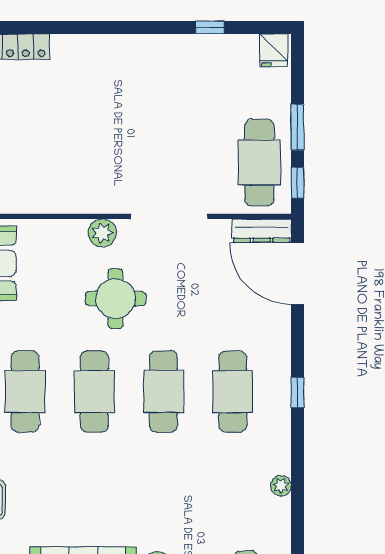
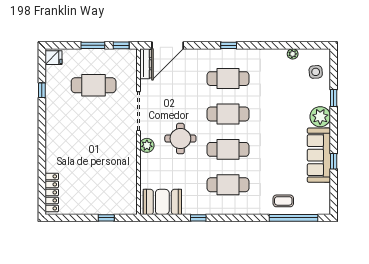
cafe table: (259, 163) -> (94, 85), moved
plant: (281, 486) -> (293, 54), moved

